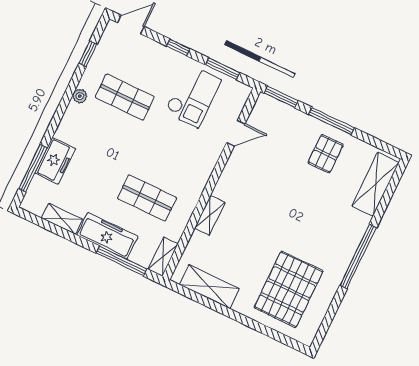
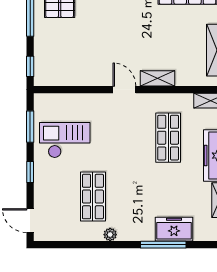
window: (88, 54) -> (72, 245), removed
window: (281, 97) -> (30, 66), width x0.67
door: (236, 133) -> (124, 90), moved
window: (33, 168) -> (163, 245), moved

